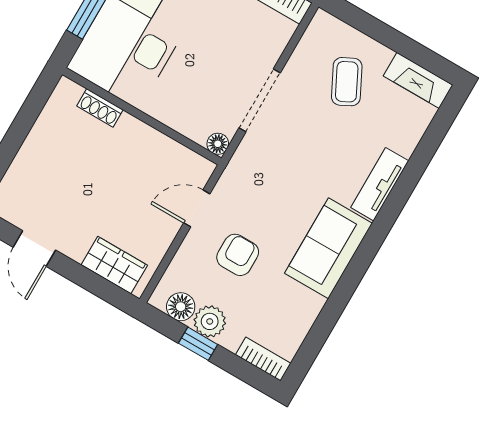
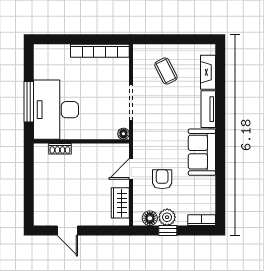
fireplace: (418, 80) -> (208, 72), moved, turned 90
wardrobe: (114, 265) -> (120, 203), moved, turned -90

